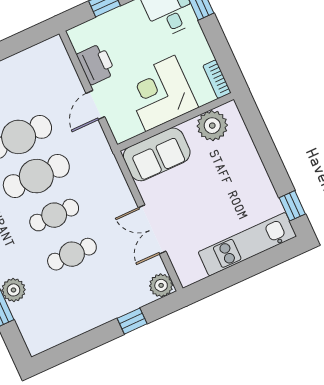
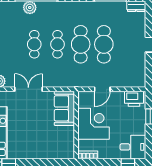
printer: (96, 64) -> (134, 99), moved
door: (95, 105) -> (102, 89), swing flipped
plant: (212, 126) -> (66, 142), removed

